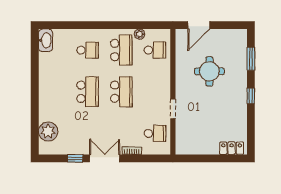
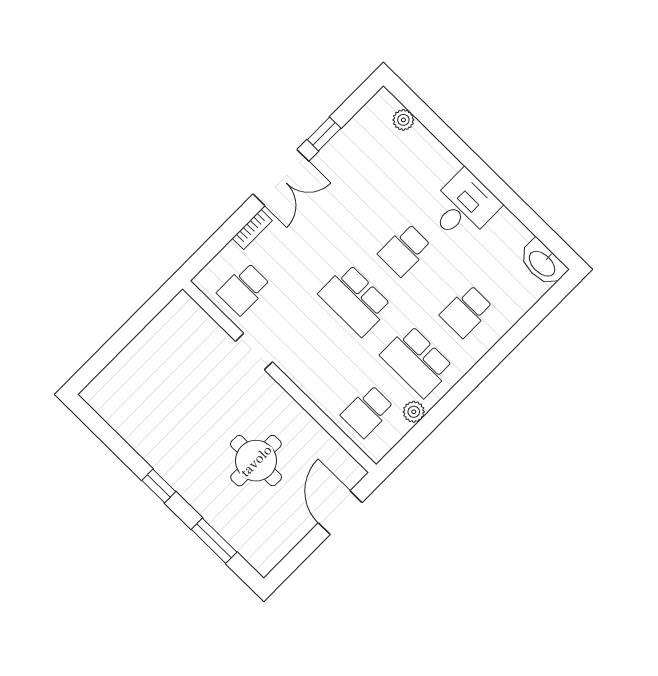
desk: (53, 86) -> (463, 206), added
school desk: (88, 92) -> (405, 250), width x0.54
plant: (48, 132) -> (403, 120), width x0.53, depth x0.53
locker: (232, 148) -> (109, 381), removed

